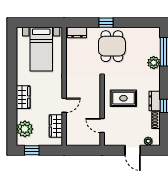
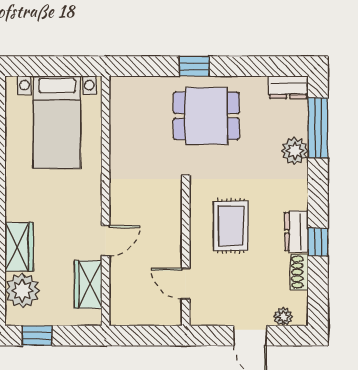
dresser: (77, 33) -> (288, 87), moved
dining table: (112, 46) -> (206, 116), turned 90
wardrobe: (23, 97) -> (19, 247), moved
rug: (123, 98) -> (231, 226), turned 90

